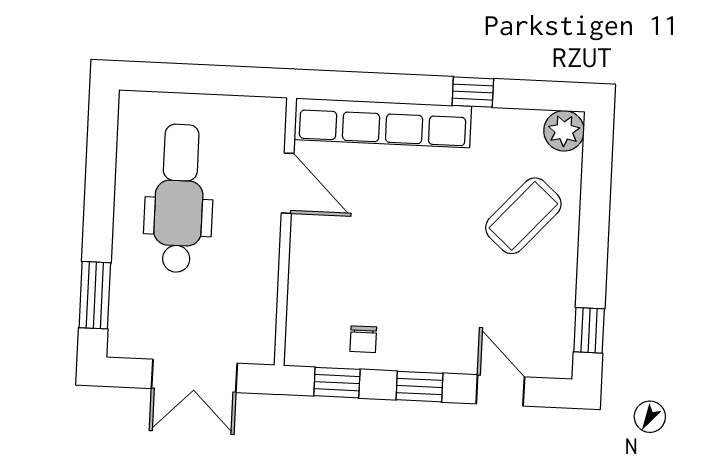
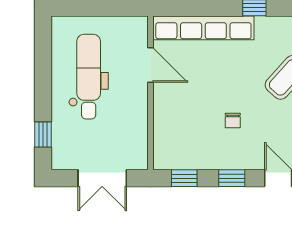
window: (95, 295) -> (43, 135), width x0.67
chair: (363, 339) -> (233, 120), moved

